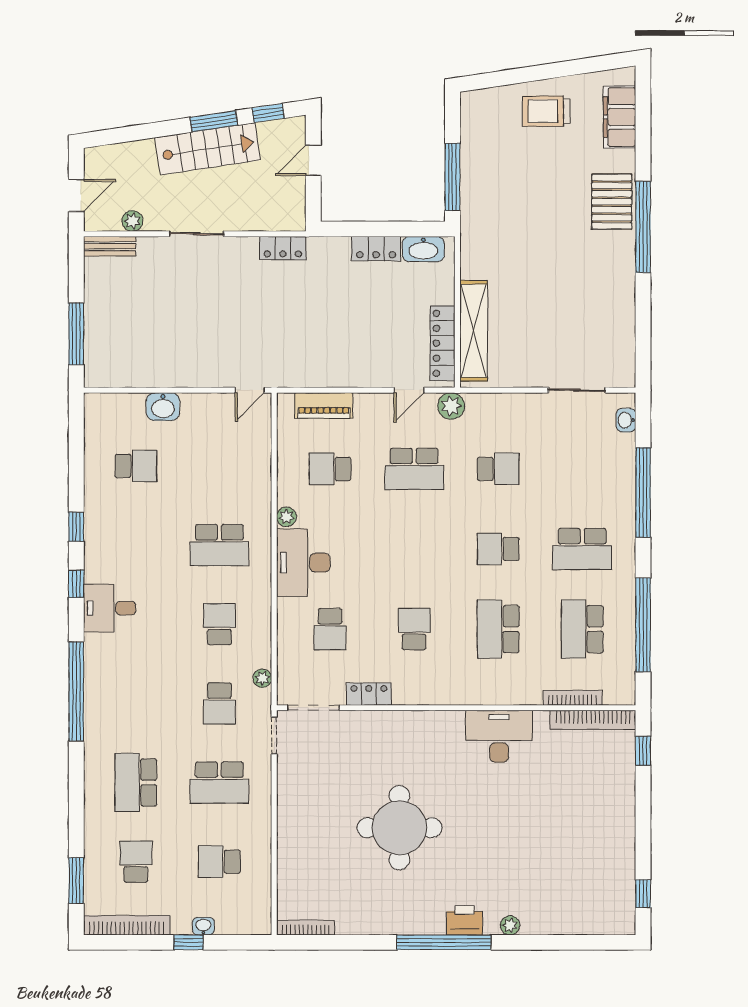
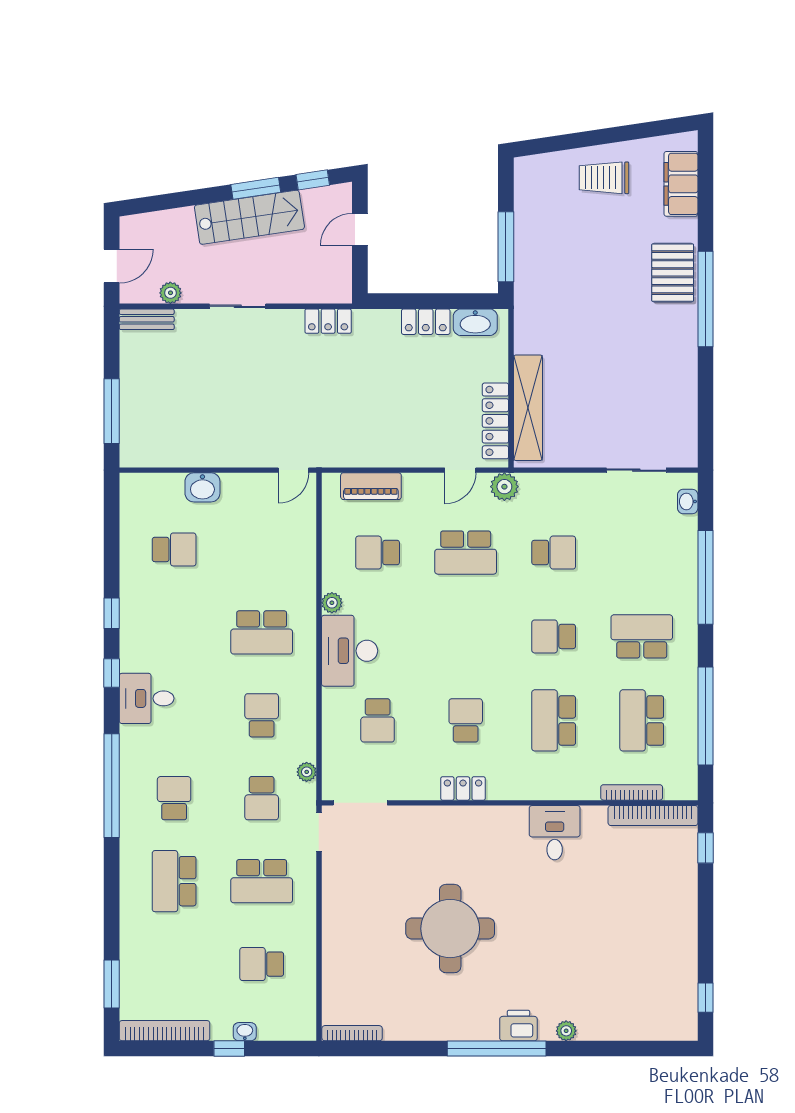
school desk: (582, 549) -> (642, 636), turned 180
locker: (369, 694) -> (463, 788), moved
desk: (499, 736) -> (555, 833), width x0.73
school desk: (136, 862) -> (174, 798), moved

